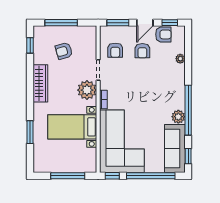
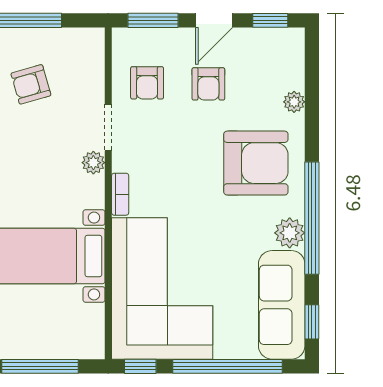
armchair: (163, 34) -> (256, 163), moved, width x1.88, depth x1.88
plant: (87, 90) -> (93, 163), width x0.53, depth x0.53

